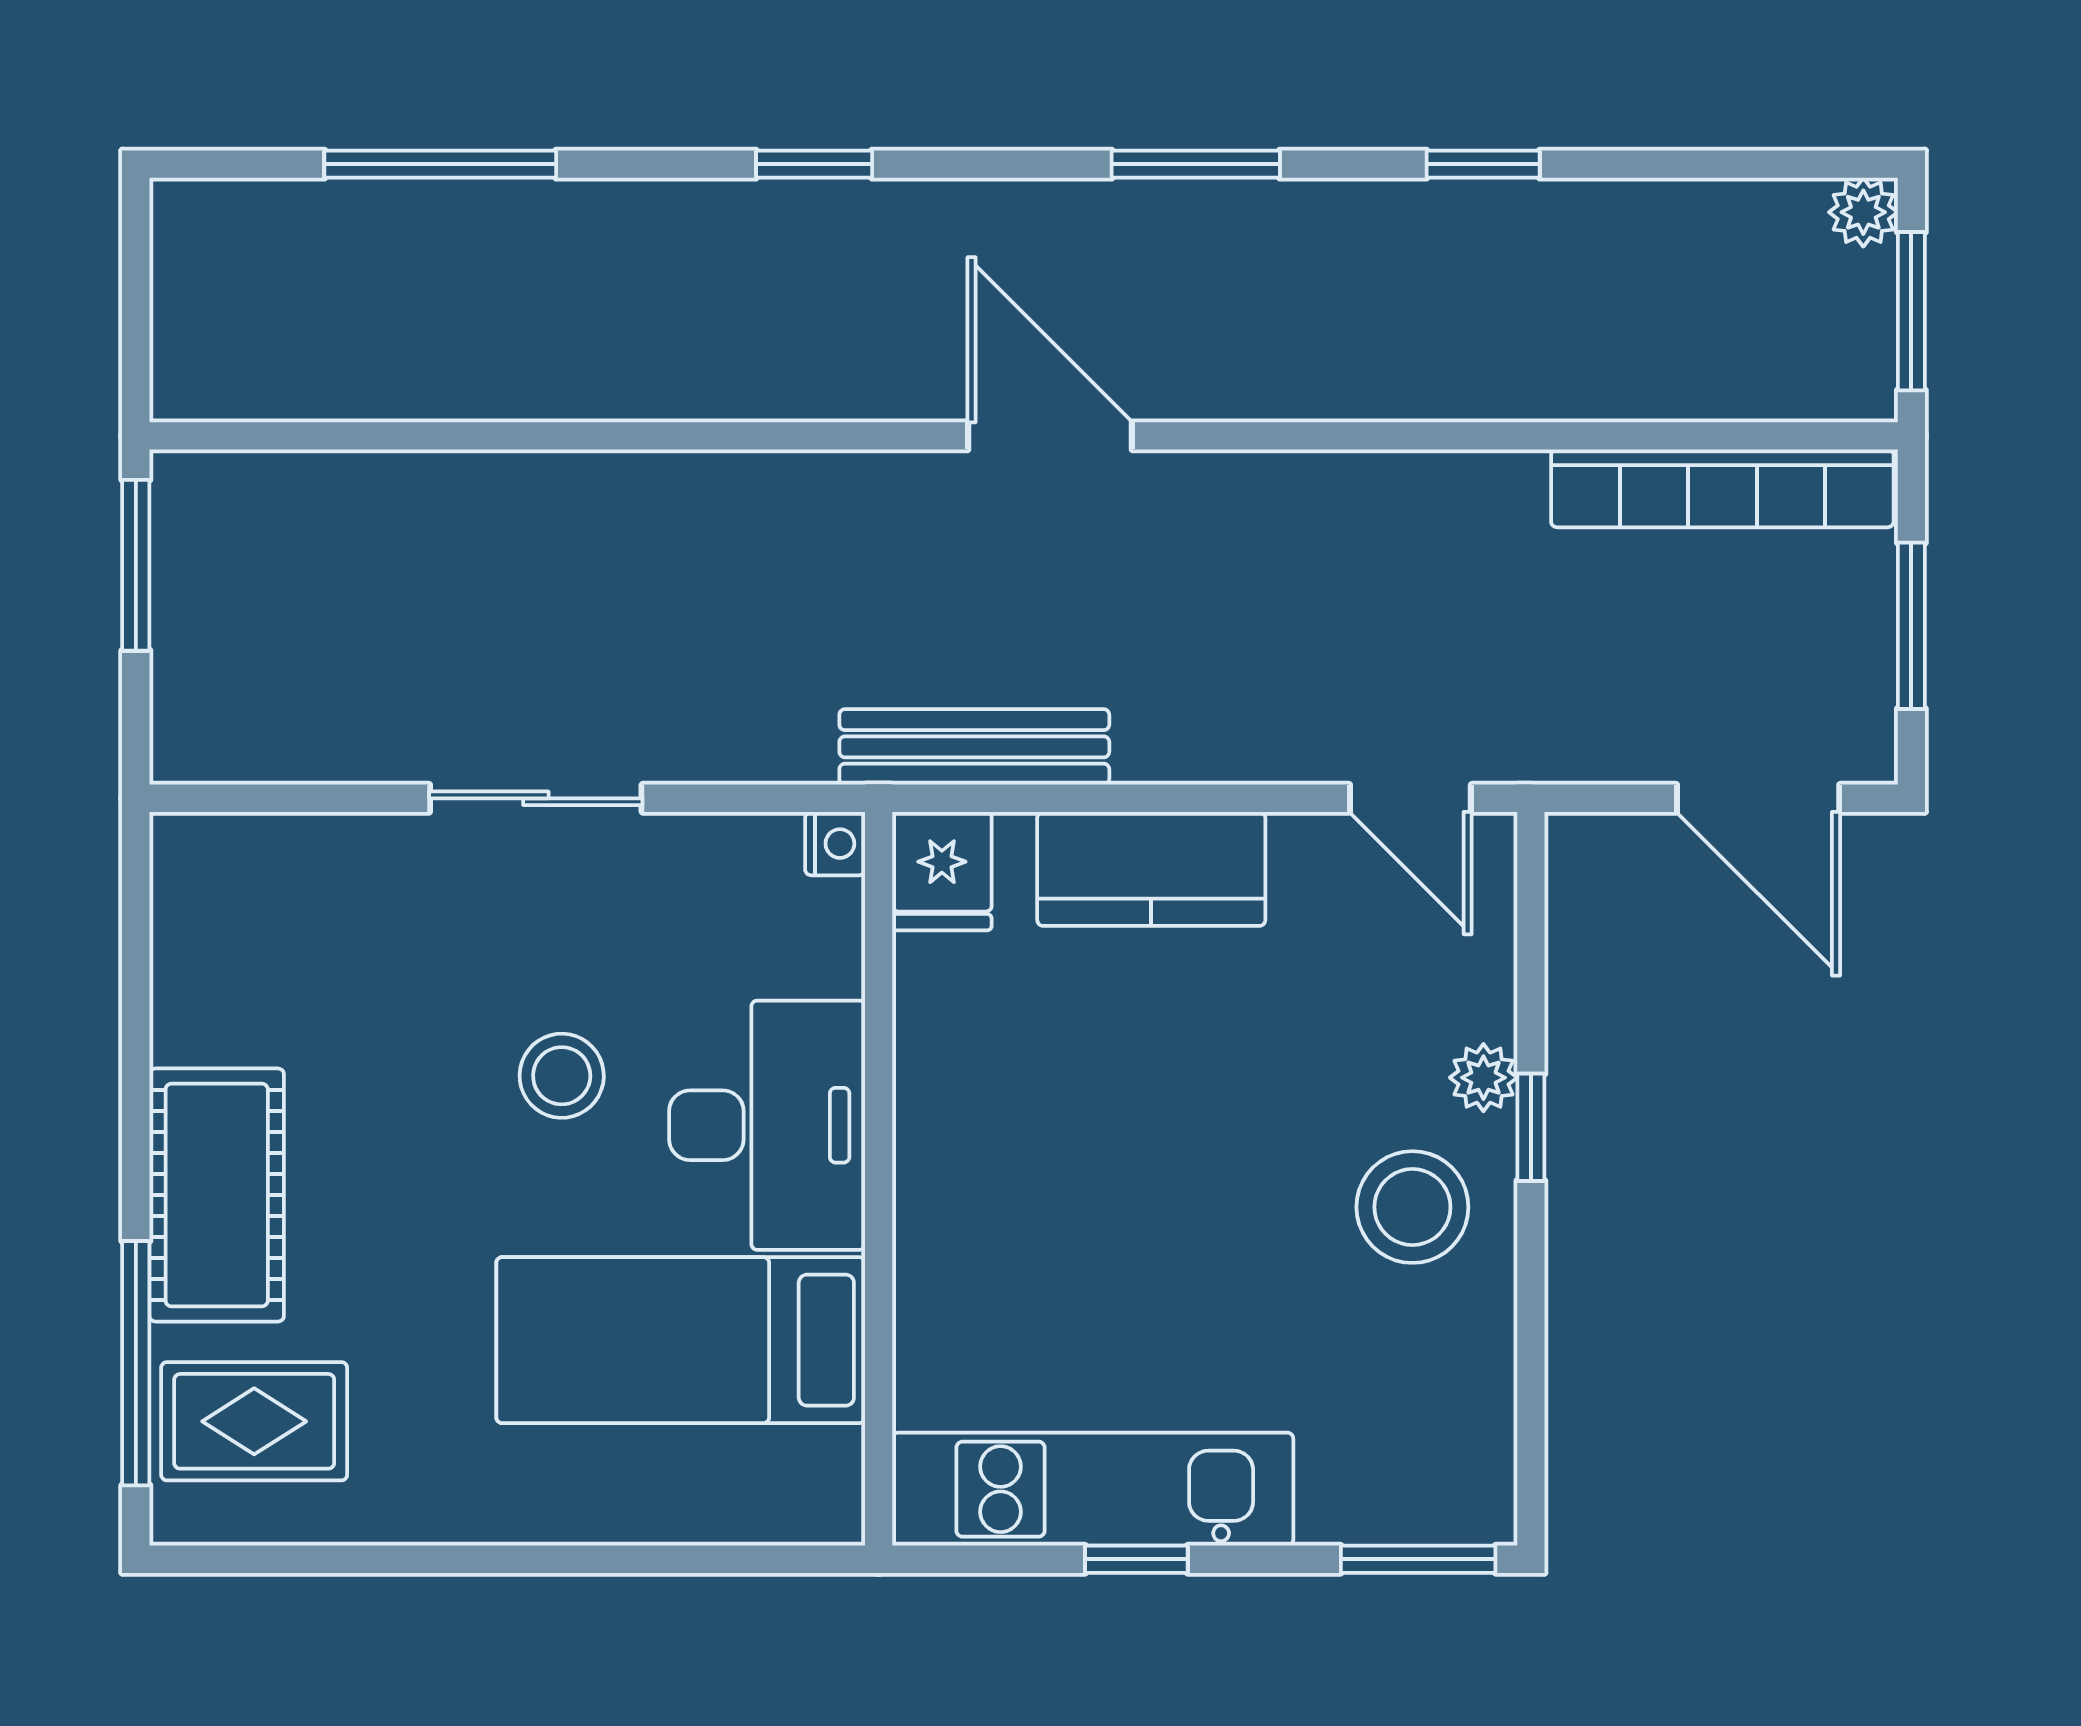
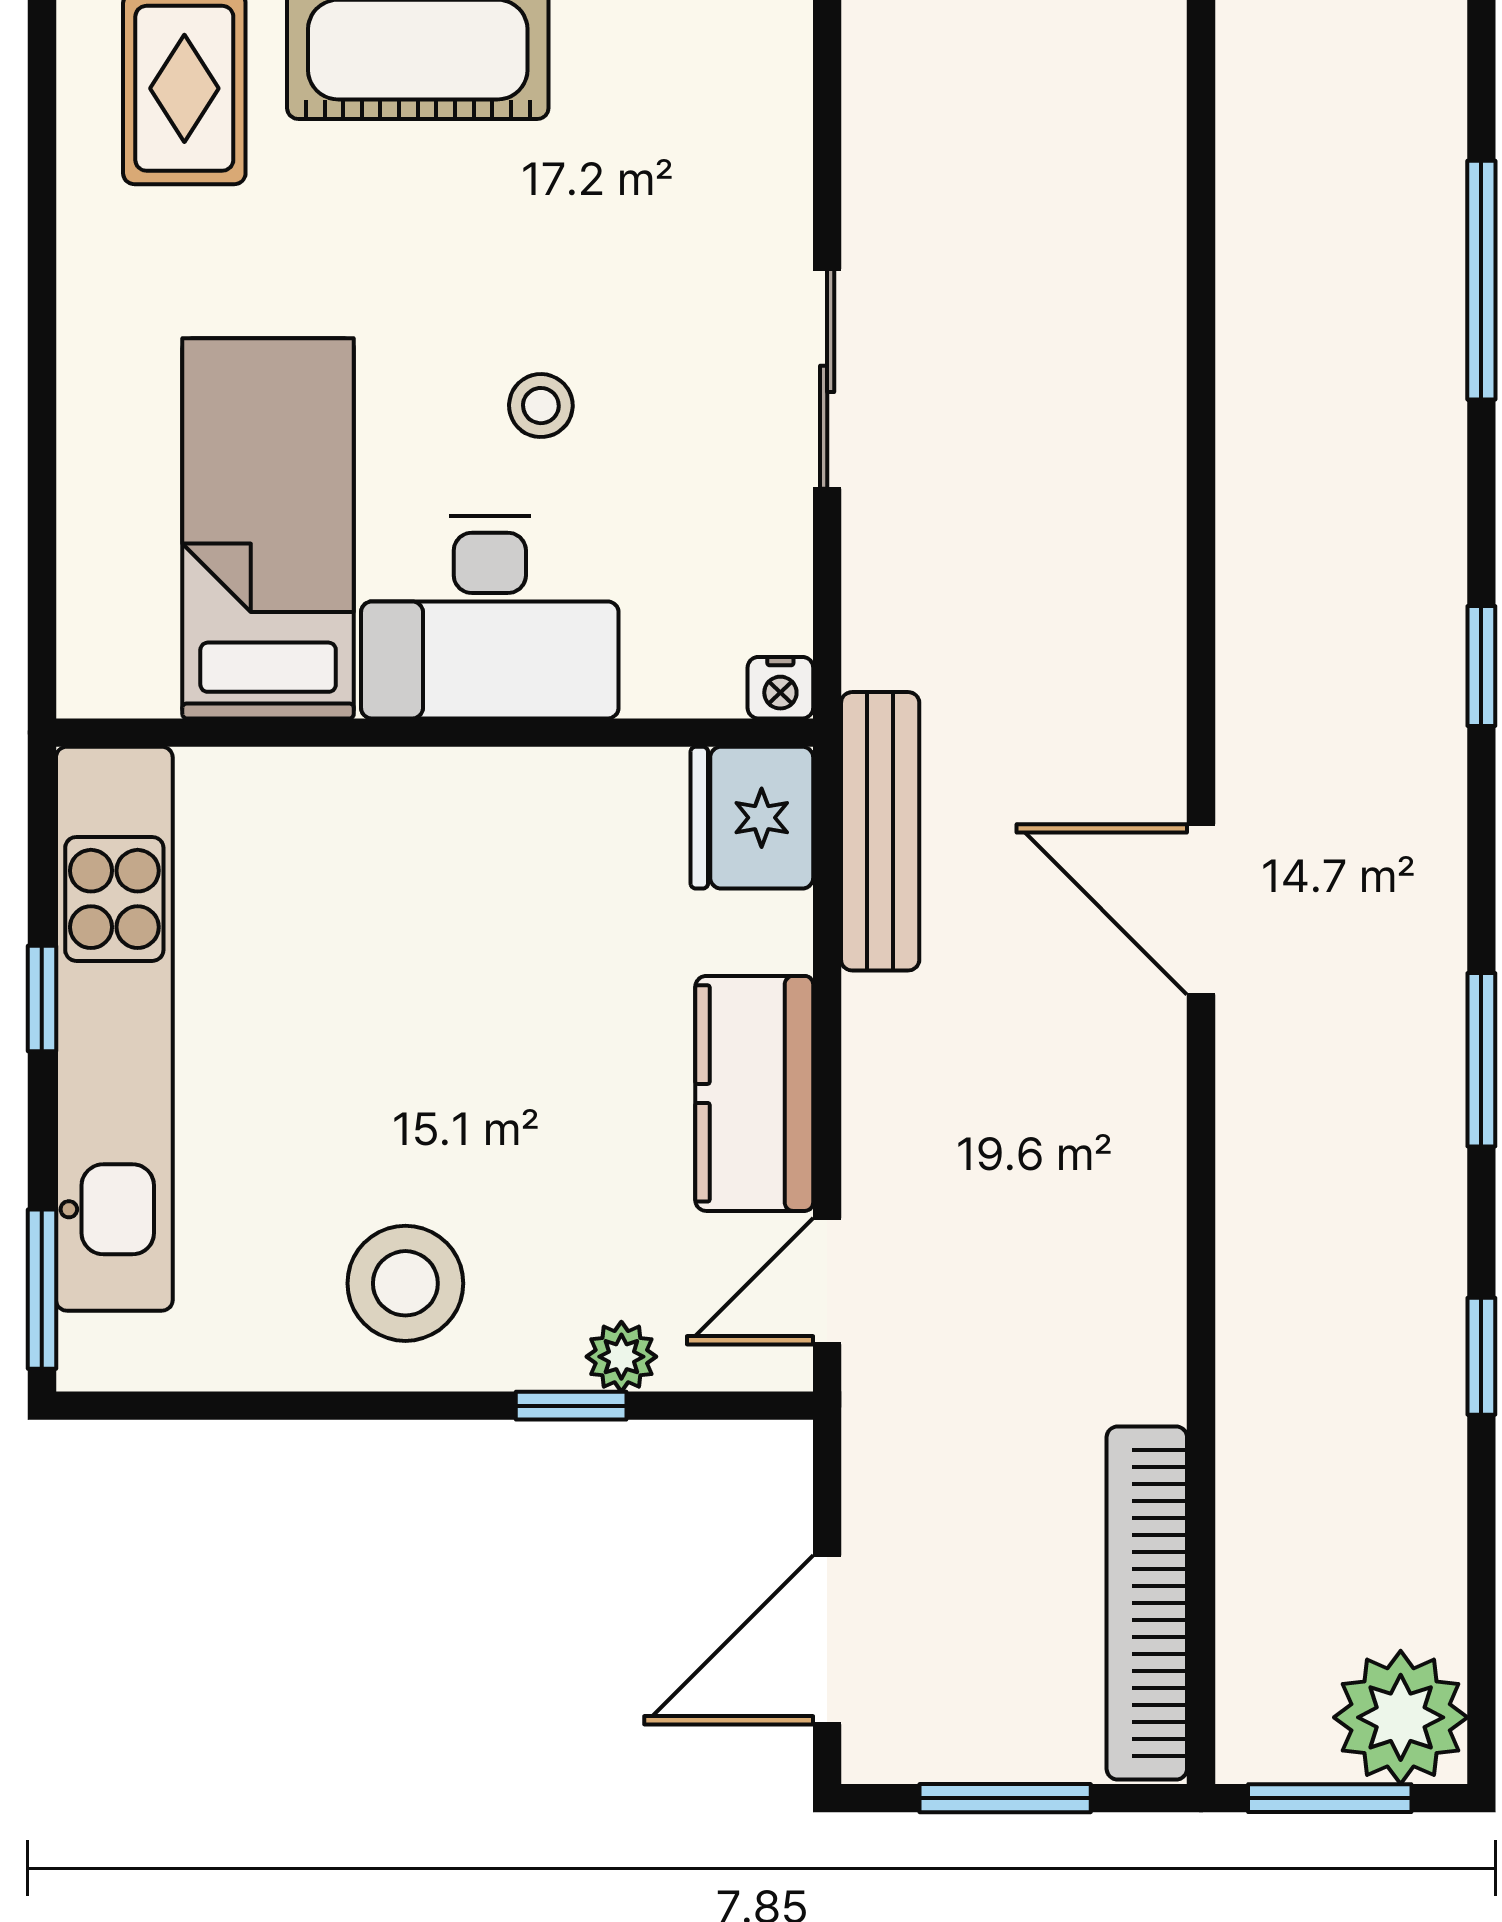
plant: (1863, 212) -> (1401, 1717), width x1.88, depth x1.88
door: (1050, 436) -> (1201, 909), swing flipped
kitchen counter: (1151, 869) -> (754, 1093), moved
fridge: (942, 871) -> (752, 818), width x1.38
stool: (562, 1076) -> (541, 406), width x0.73, depth x0.73
plant: (1483, 1078) -> (621, 1357), moved
window: (1531, 1127) -> (571, 1406), moved
kitchen unit: (1093, 1489) -> (114, 1029), width x1.36

